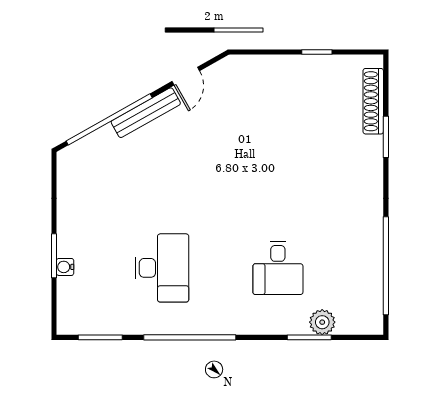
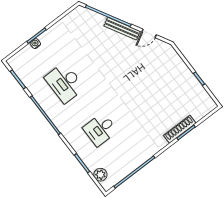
shoe rack: (373, 101) -> (180, 129), moved
desk: (162, 268) -> (65, 83), turned 90
plant: (322, 322) -> (100, 175), moved

